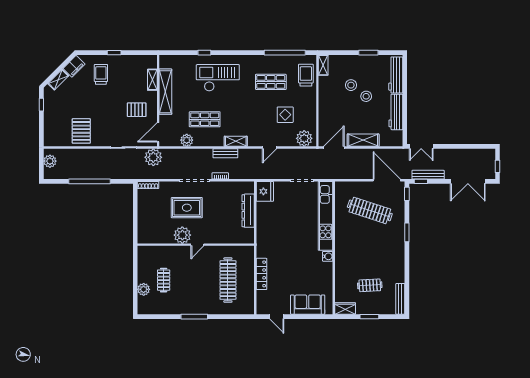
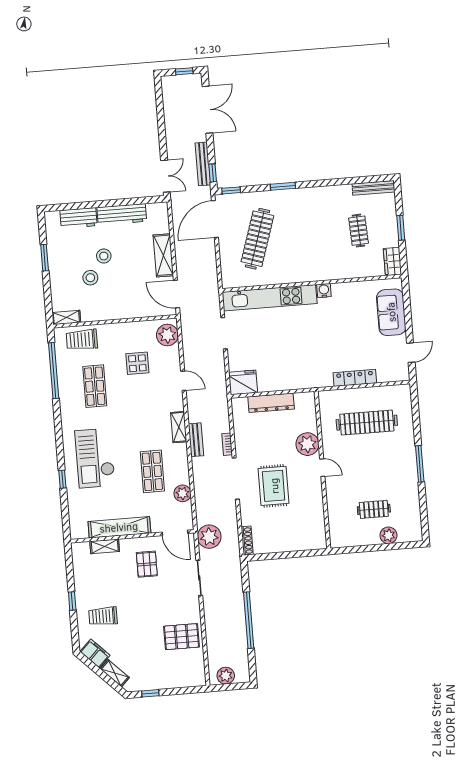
workbench: (396, 75) -> (79, 218), width x0.73
plant: (182, 235) -> (307, 444), moved

